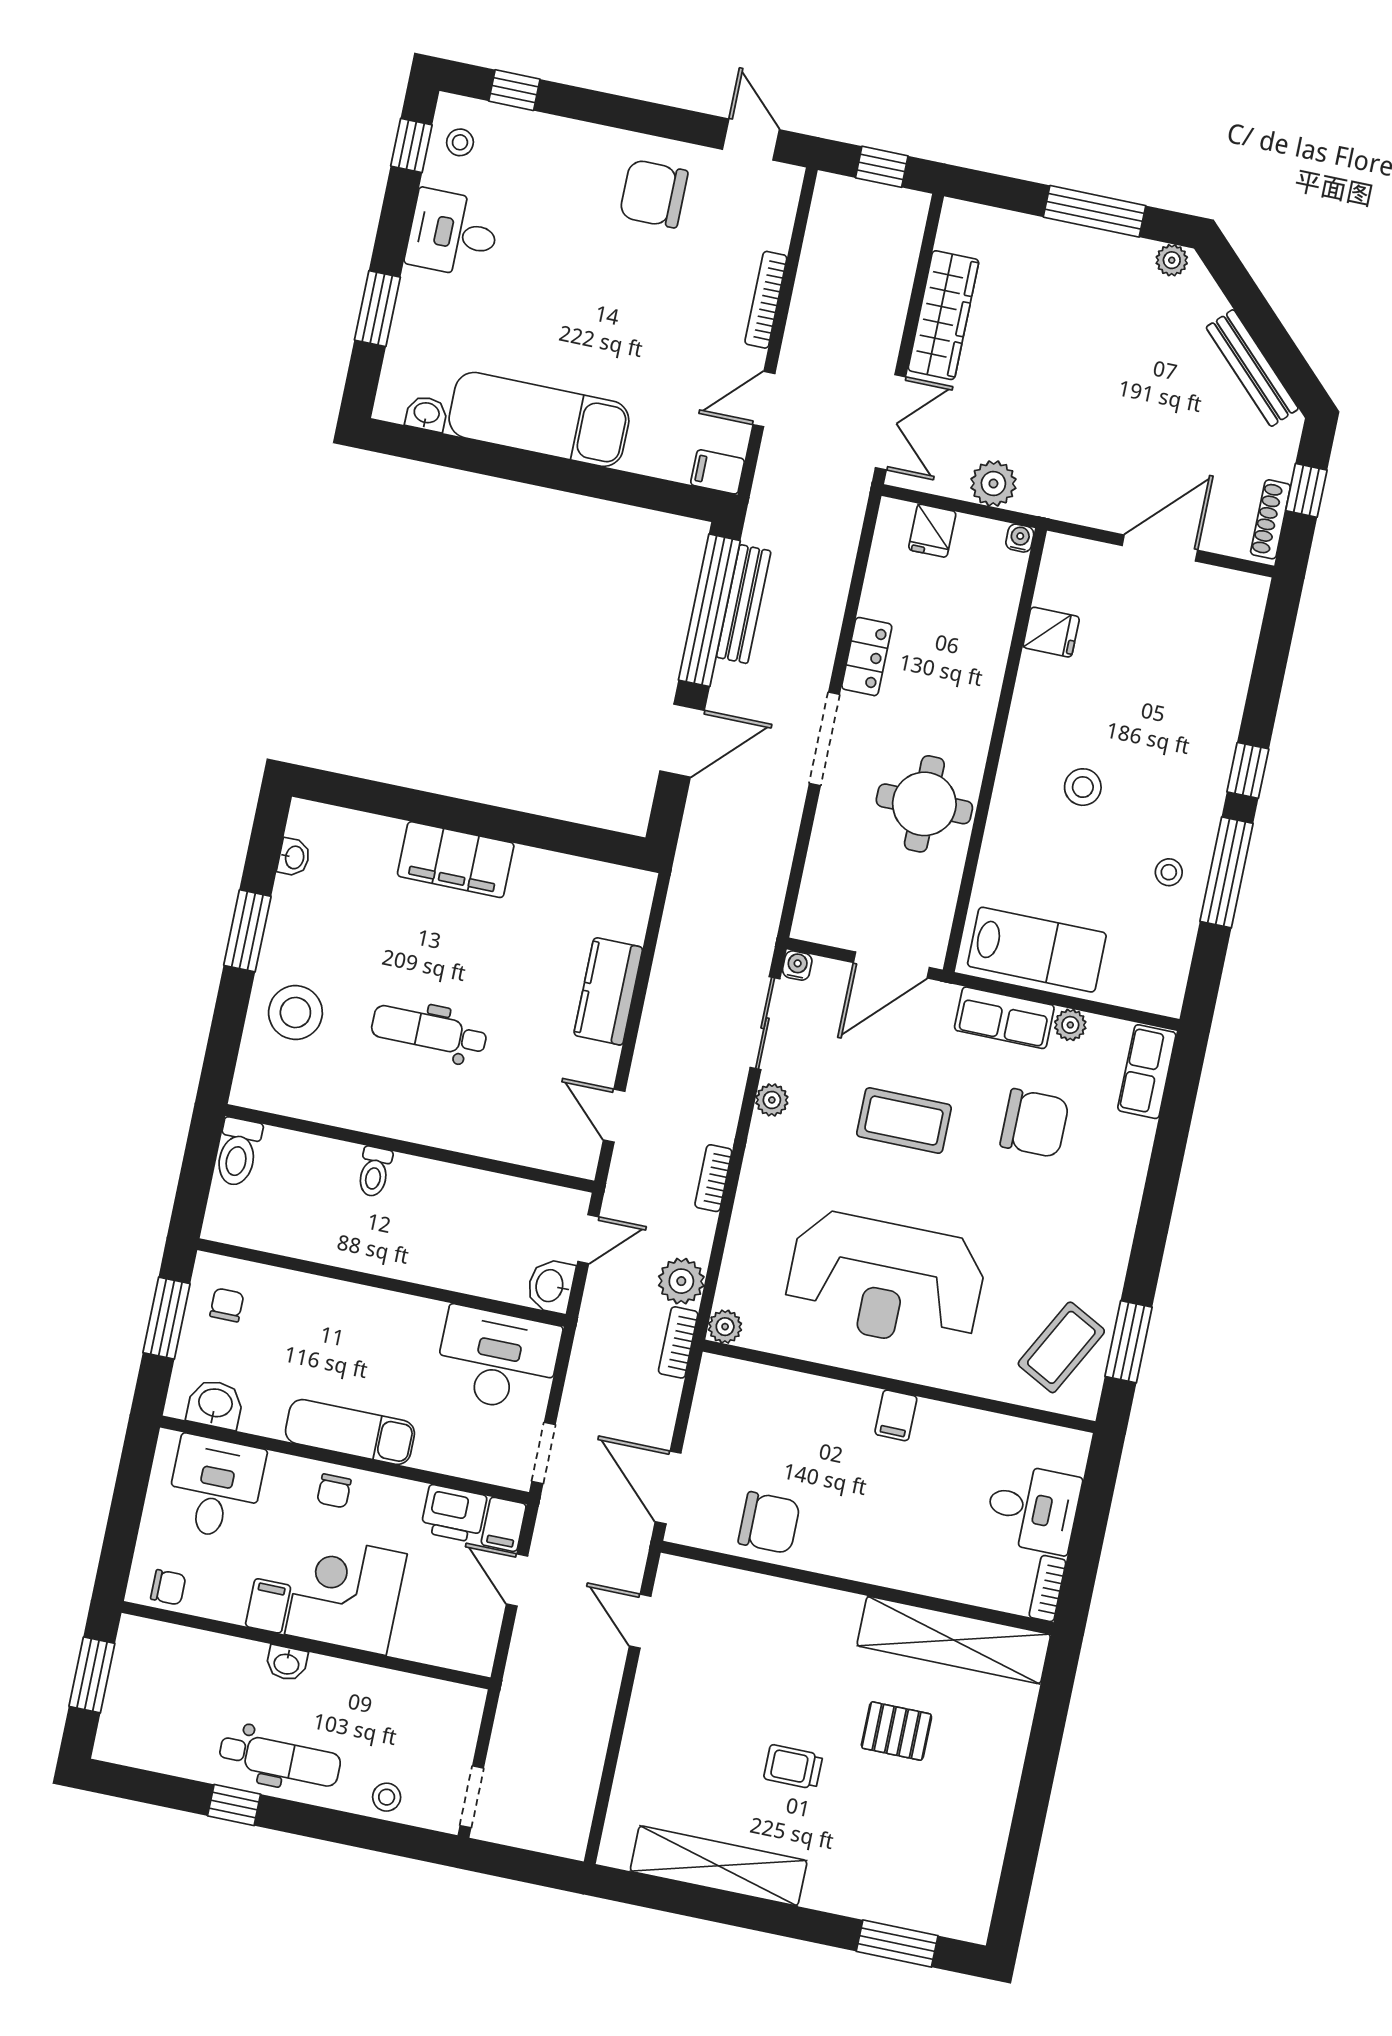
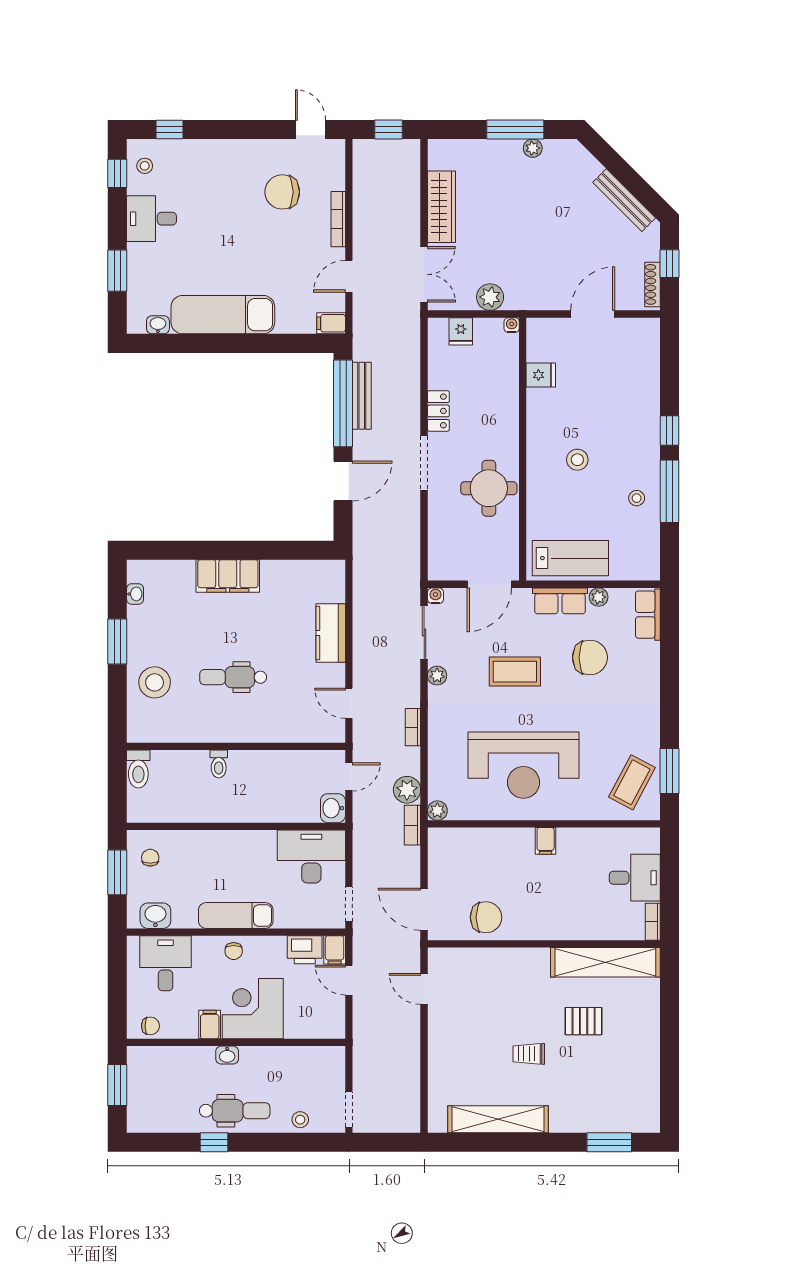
chair: (654, 194) -> (282, 192), moved
plant: (1172, 260) -> (533, 148), moved

